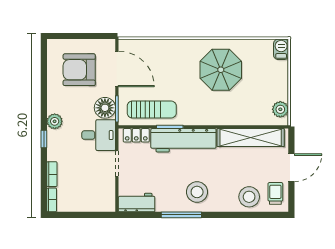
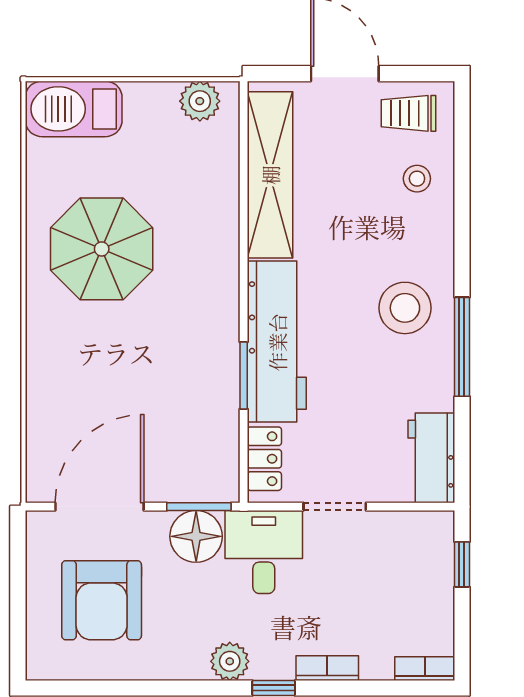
barbecue: (281, 49) -> (74, 109), width x1.88, depth x1.53
sun lounger: (152, 109) -> (200, 420), removed
bookcase: (52, 174) -> (327, 668), moved
stool: (249, 197) -> (417, 179), width x0.53, depth x0.53
window: (94, 215) -> (462, 564), added

